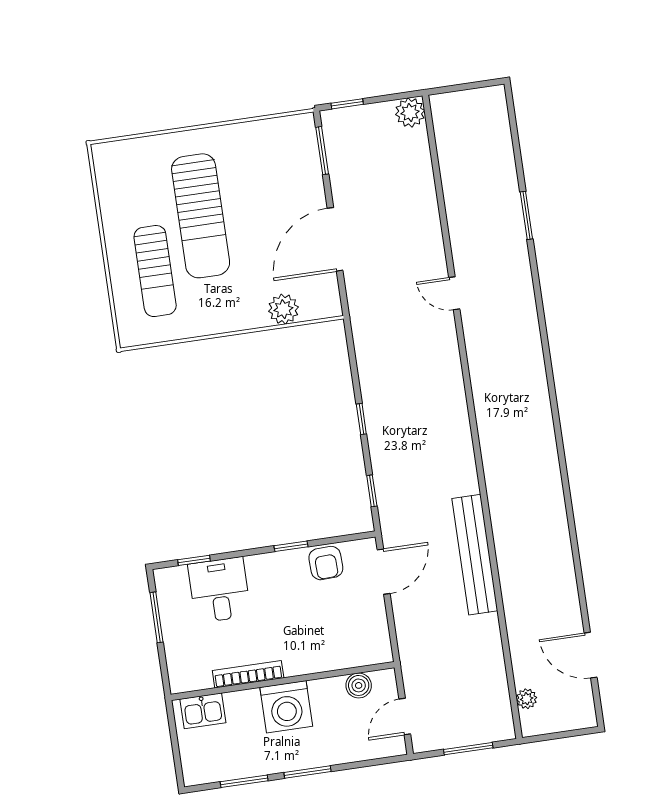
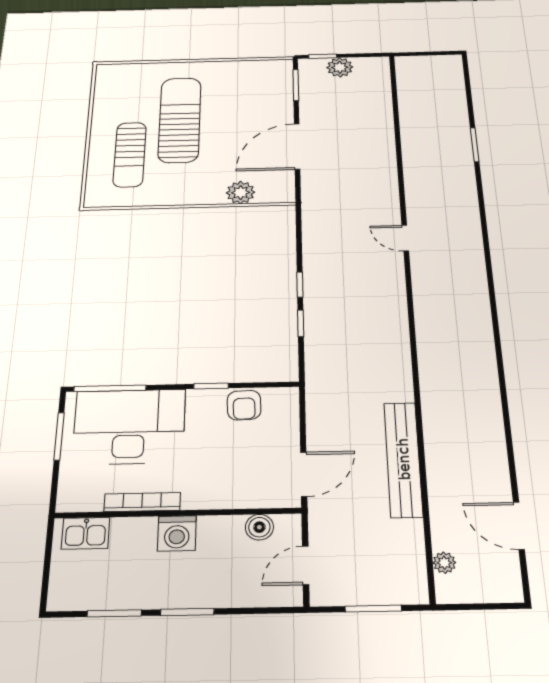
plant: (410, 113) -> (340, 67), moved
sun lounger: (201, 216) -> (180, 120), turned 180
door: (454, 293) -> (405, 238), moved
window: (372, 491) -> (301, 323), moved
bench: (475, 555) -> (403, 459), moved
window: (194, 560) -> (110, 388), width x2.17
door: (384, 572) -> (304, 474), moved
desk: (219, 590) -> (129, 426), width x1.87, depth x1.30
washing machine: (286, 707) -> (177, 533), width x0.73, depth x0.73

